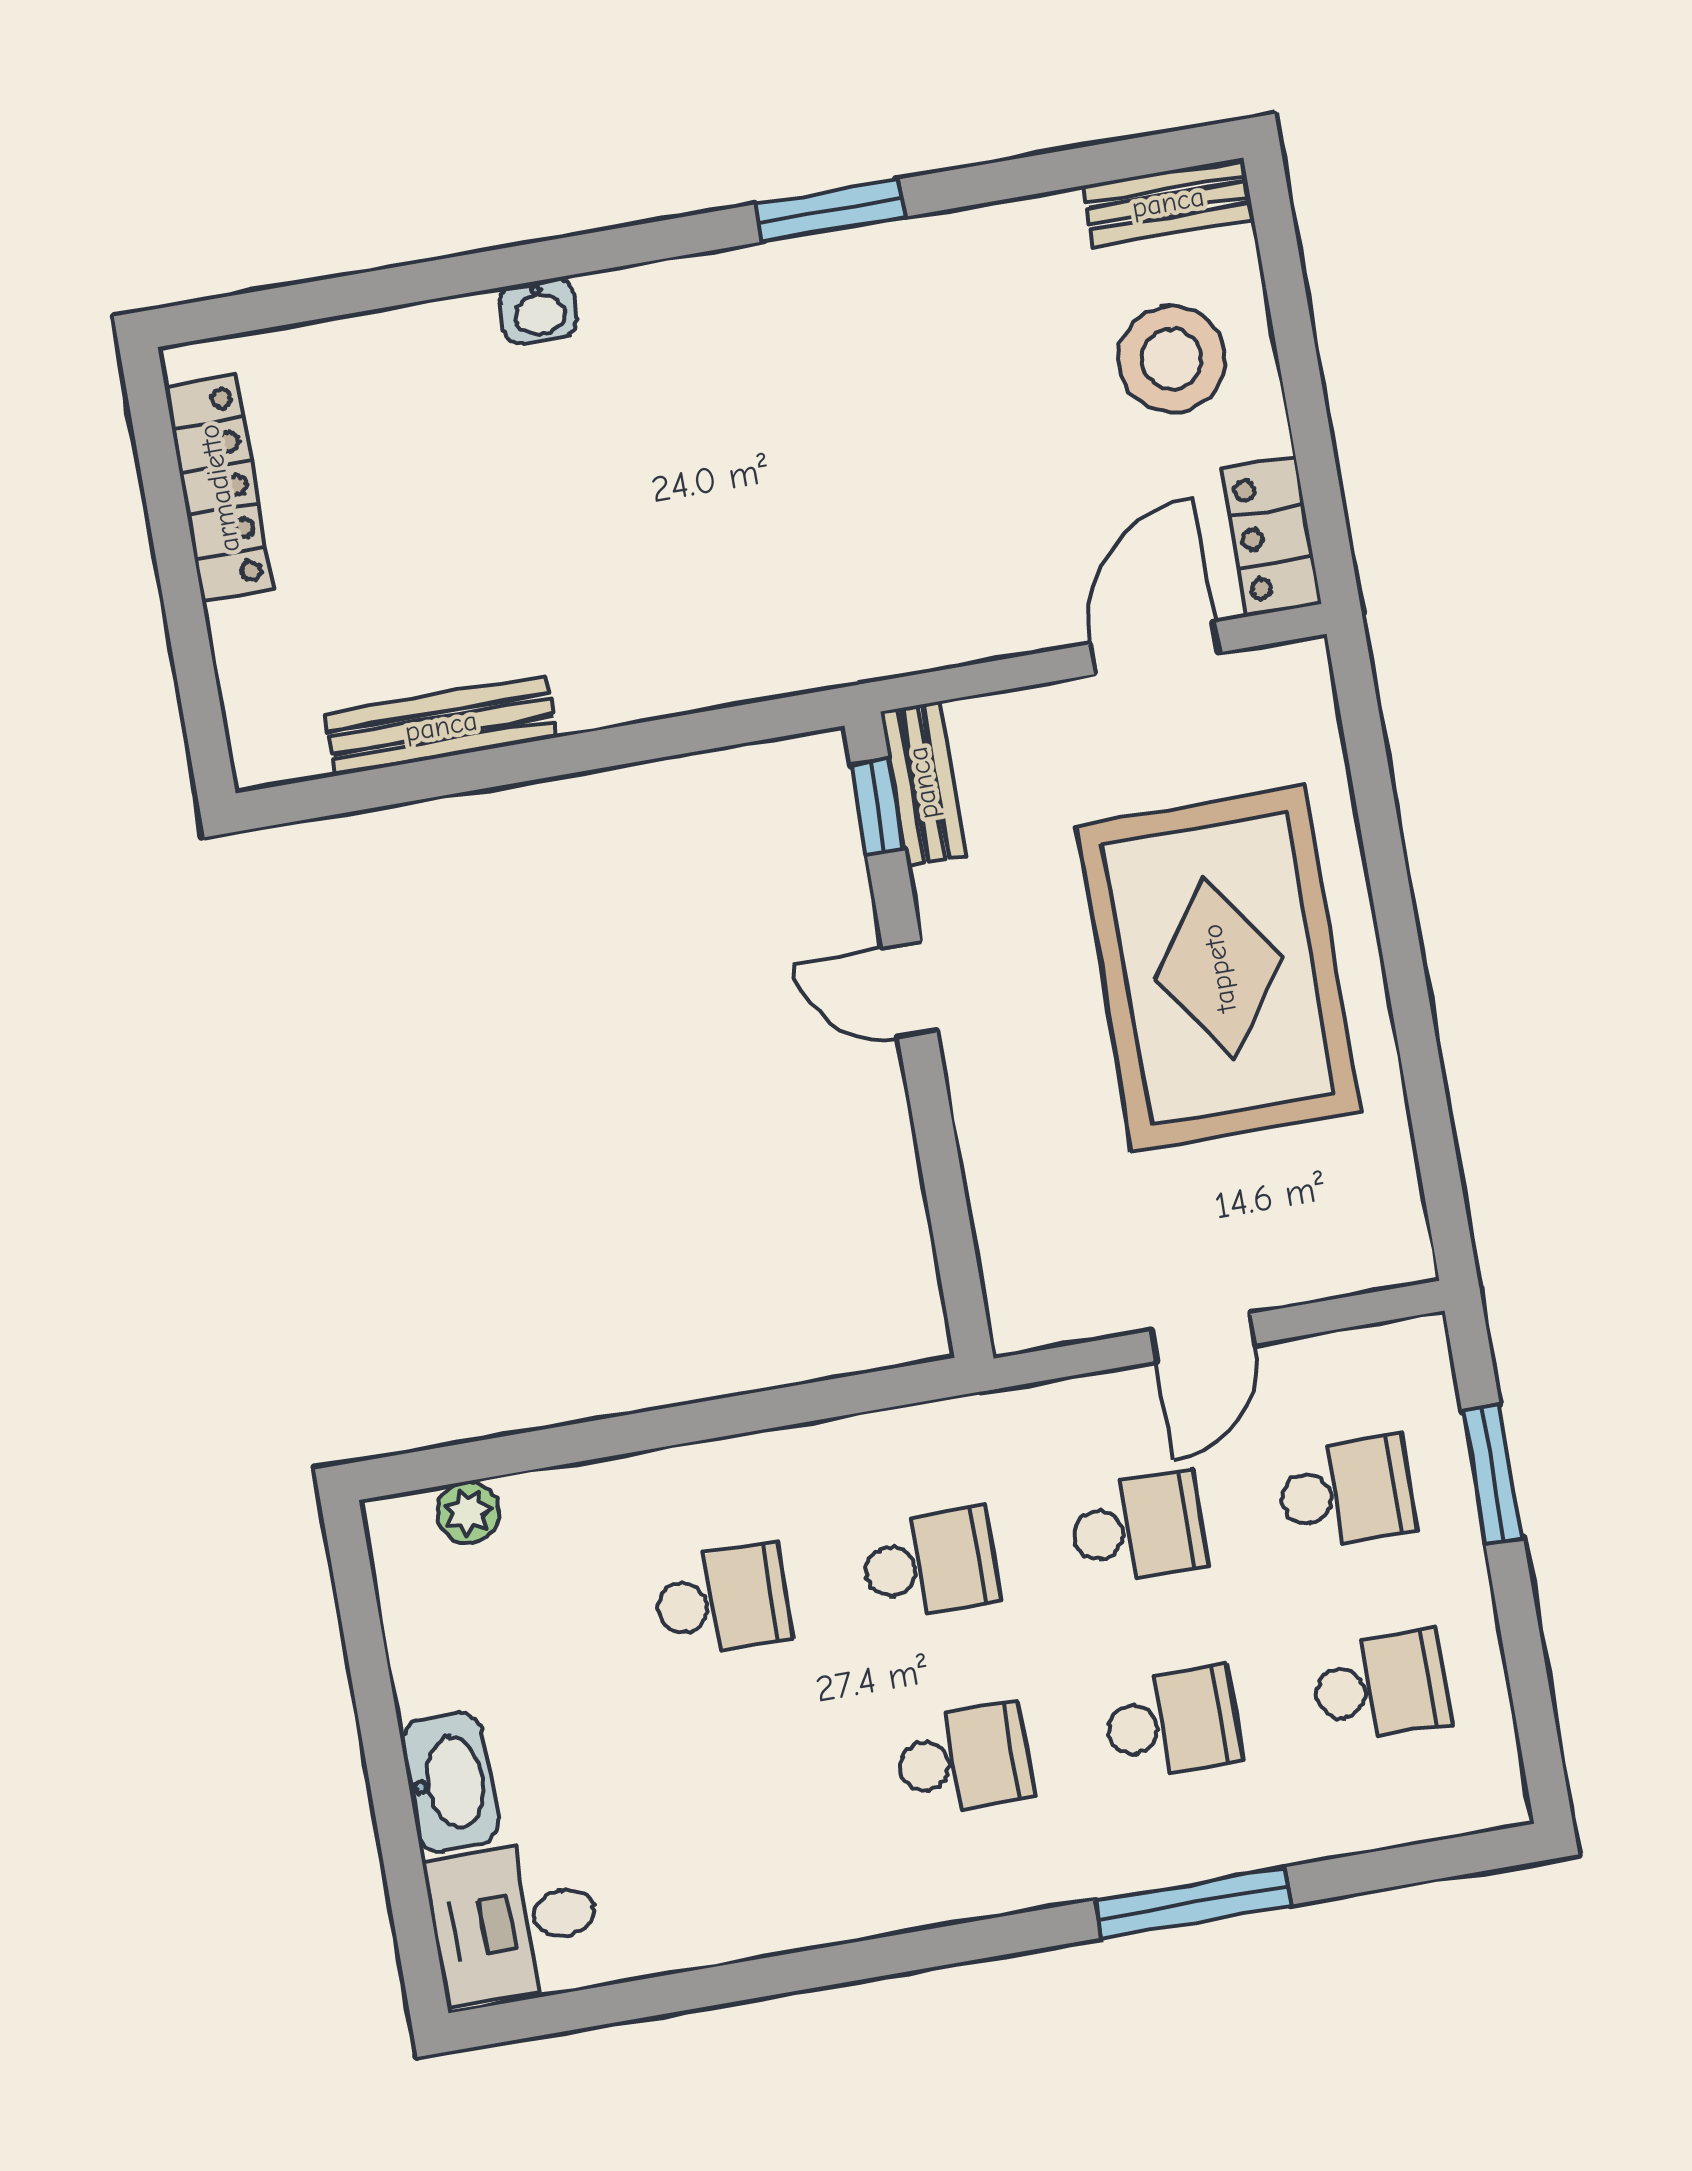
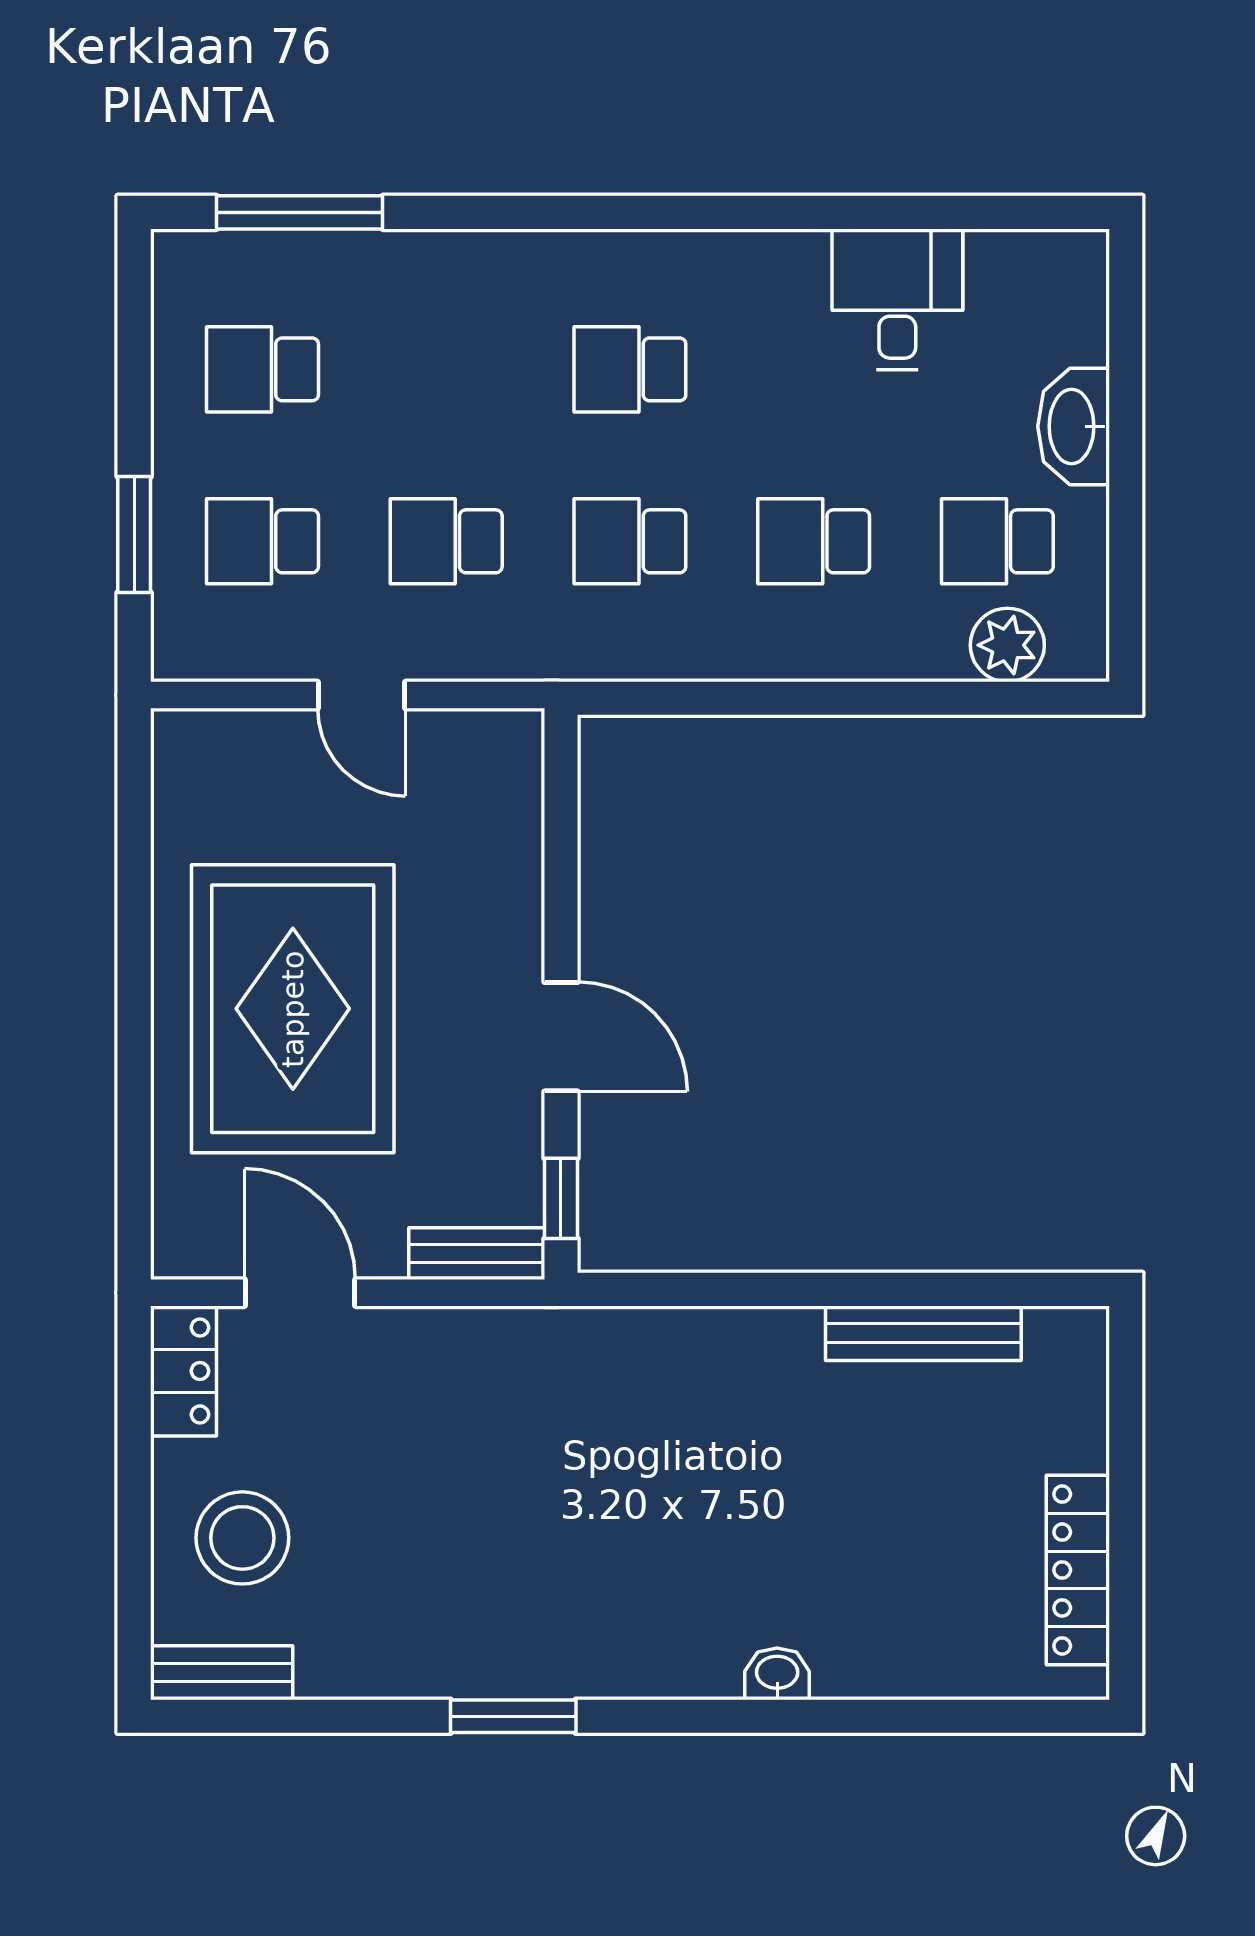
door: (1155, 648) -> (300, 1293), swing flipped
bench: (923, 783) -> (477, 1254), moved, turned 90
door: (910, 990) -> (561, 1037), width x1.38
door: (1203, 1337) -> (362, 695), swing flipped
plant: (468, 1512) -> (1007, 645), width x1.38, depth x1.38
school desk: (1172, 1723) -> (997, 541), moved
window: (1194, 1902) -> (300, 212), moved
desk: (515, 1922) -> (897, 299), moved, turned -90

